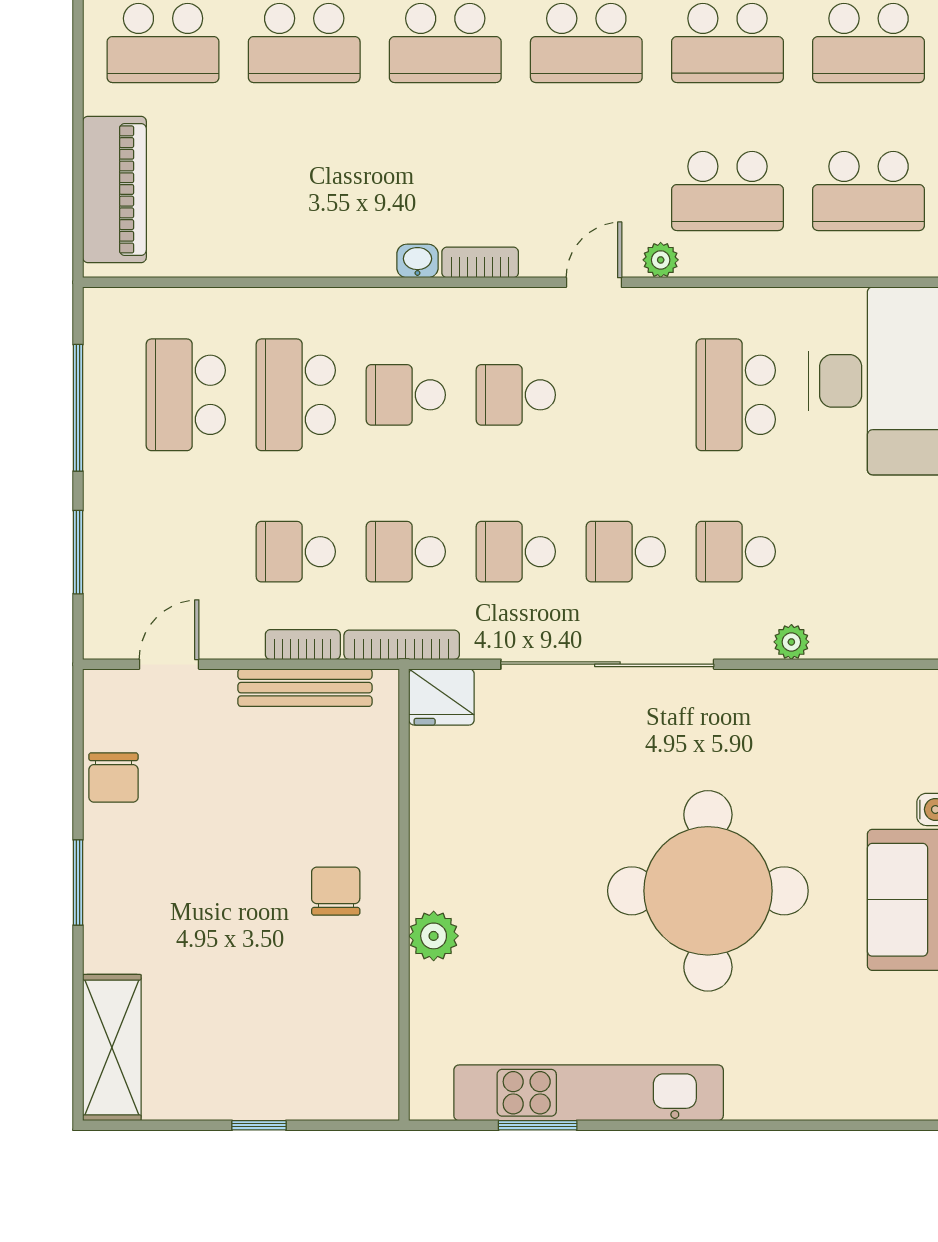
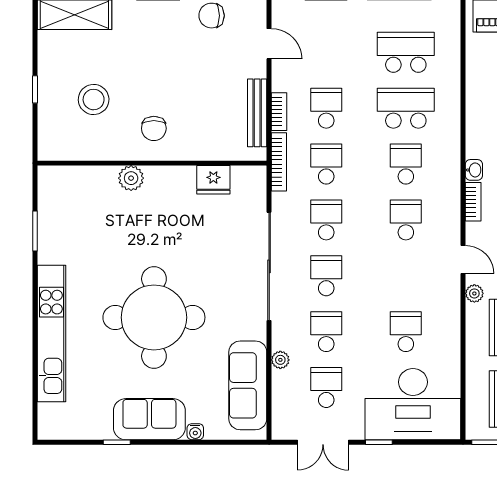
school desk: (736, 395) -> (406, 332), width x0.54
school desk: (846, 552) -> (326, 388), added
fridge: (442, 697) -> (213, 180), moved, turned -90
sofa: (842, 706) -> (248, 385), added
chair: (336, 891) -> (154, 128), turned 90
stool: (279, 1010) -> (94, 100), added
kitchen unit: (589, 1093) -> (51, 334), moved

